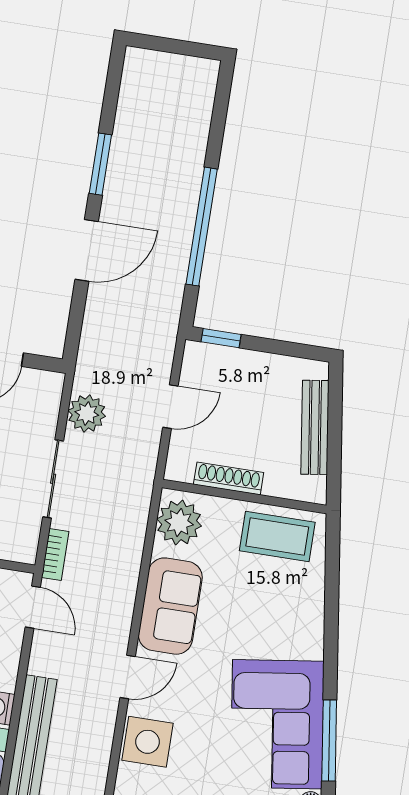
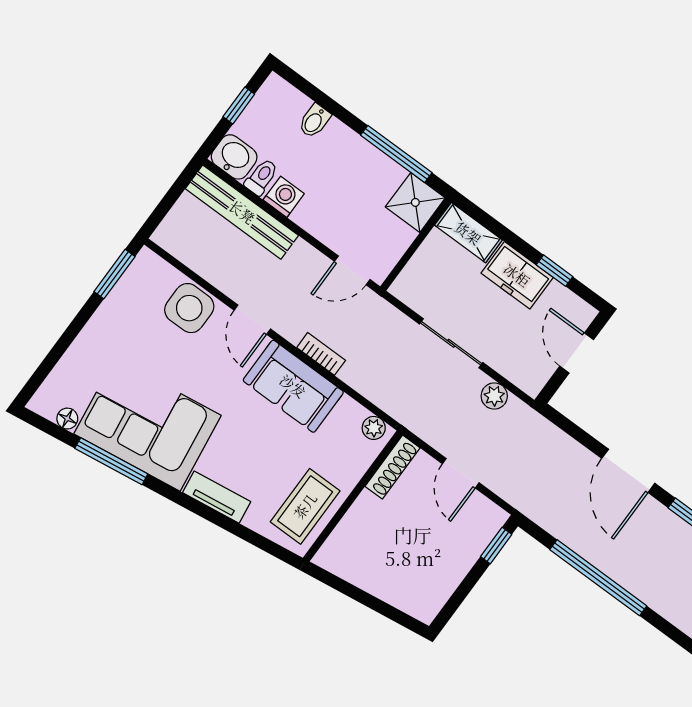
plant: (87, 413) -> (494, 396), width x0.73, depth x0.73
bench: (315, 427) -> (380, 585), removed
shoe rack: (229, 478) -> (392, 467), moved
plant: (179, 522) -> (374, 428), width x0.53, depth x0.53
bookcase: (55, 554) -> (321, 354), moved, turned 180
tv unit: (312, 624) -> (217, 497), added

